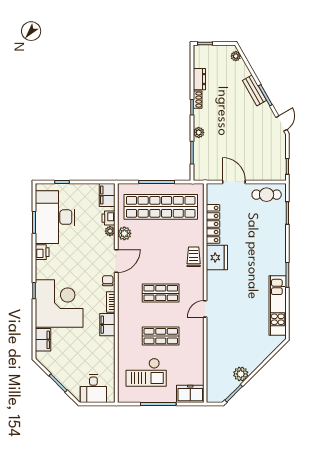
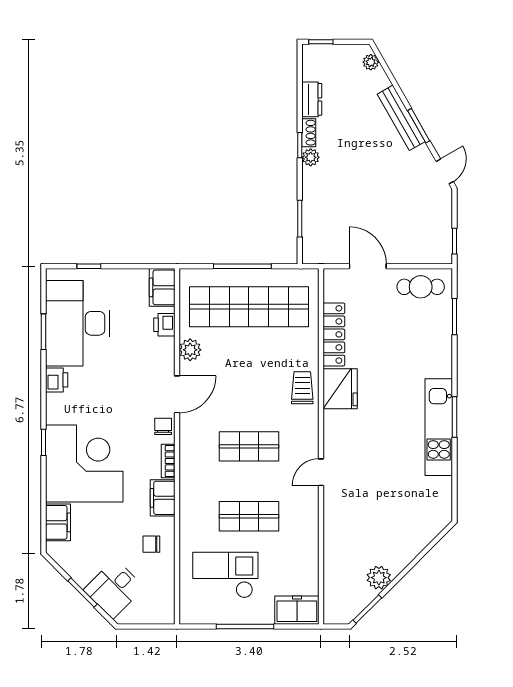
bench: (255, 90) -> (401, 118), width x1.36
plant: (199, 132) -> (311, 157), moved
plant: (110, 231) -> (167, 346), removed
kitchen unit: (278, 306) -> (439, 427), moved
chair: (100, 353) -> (151, 544), added
checkout: (146, 372) -> (225, 575), turned 180
desk: (93, 389) -> (114, 589), moved, turned 45

